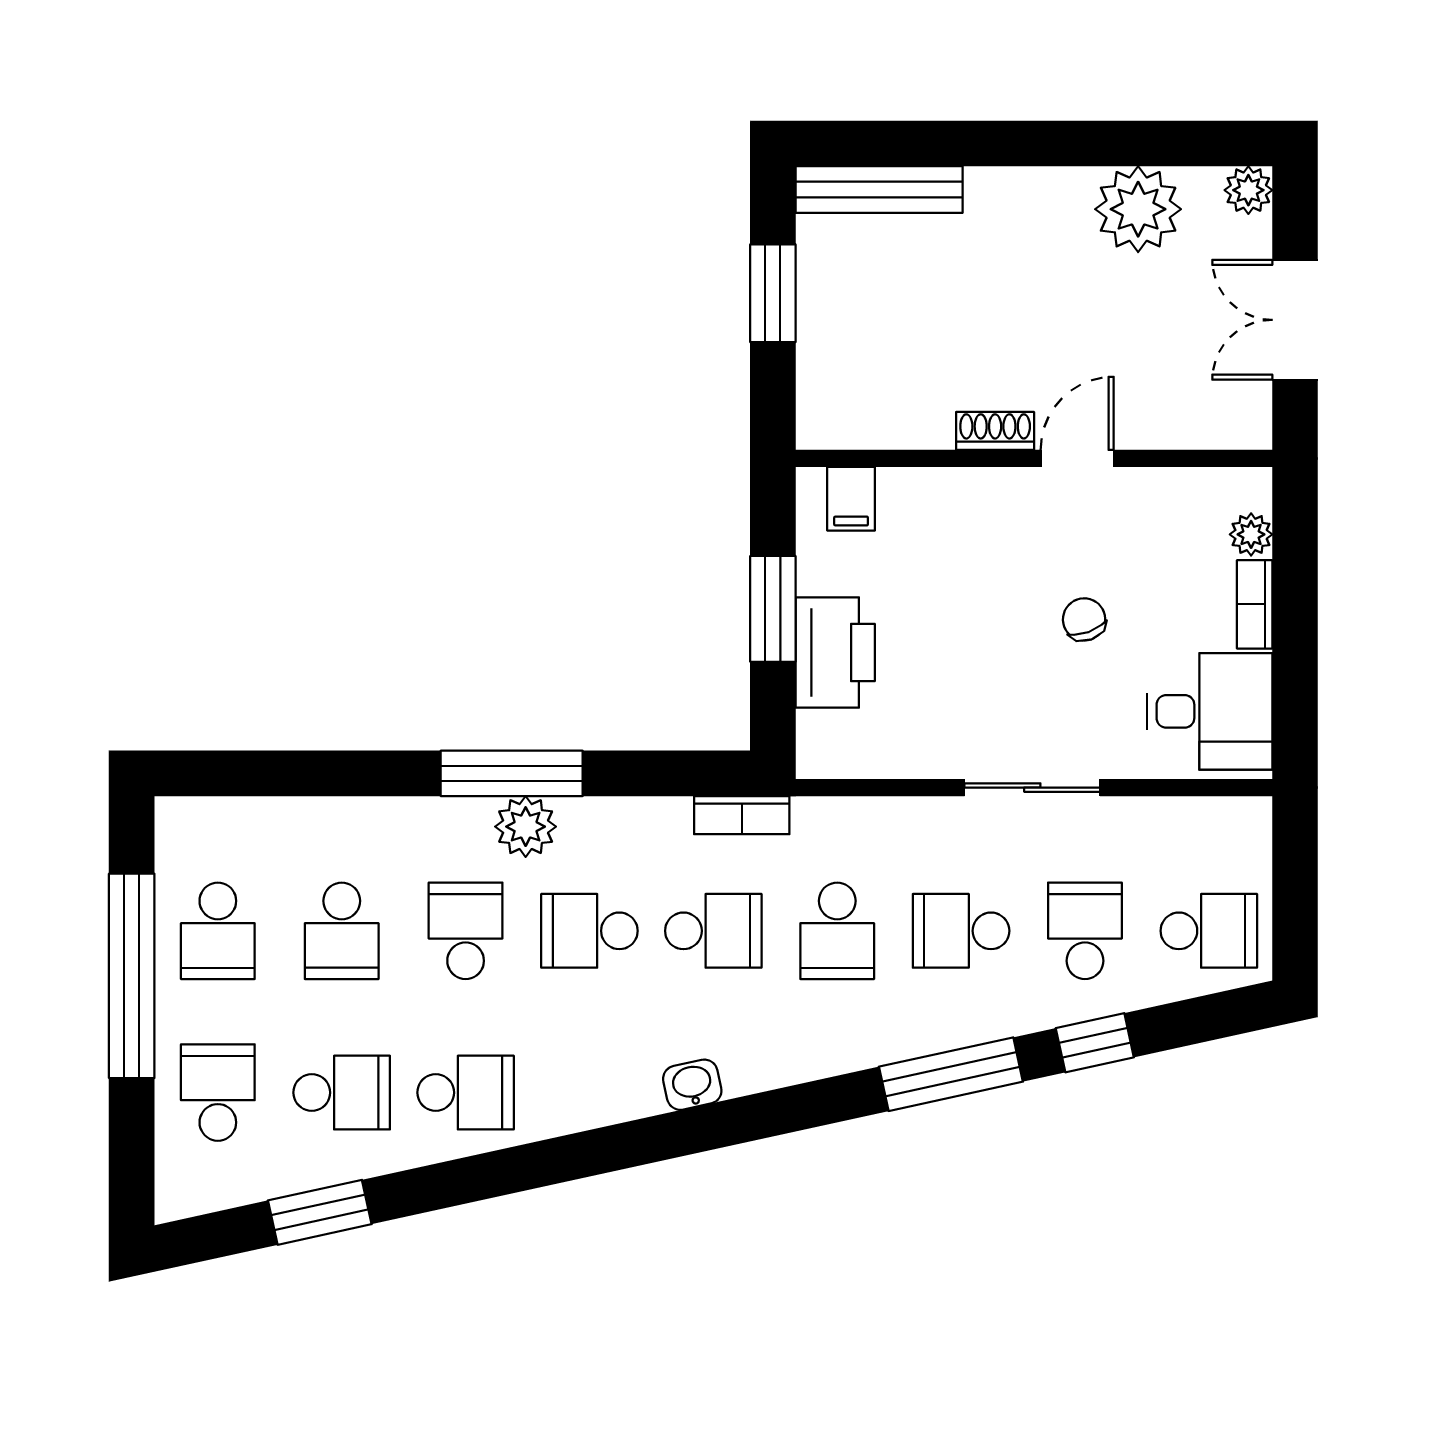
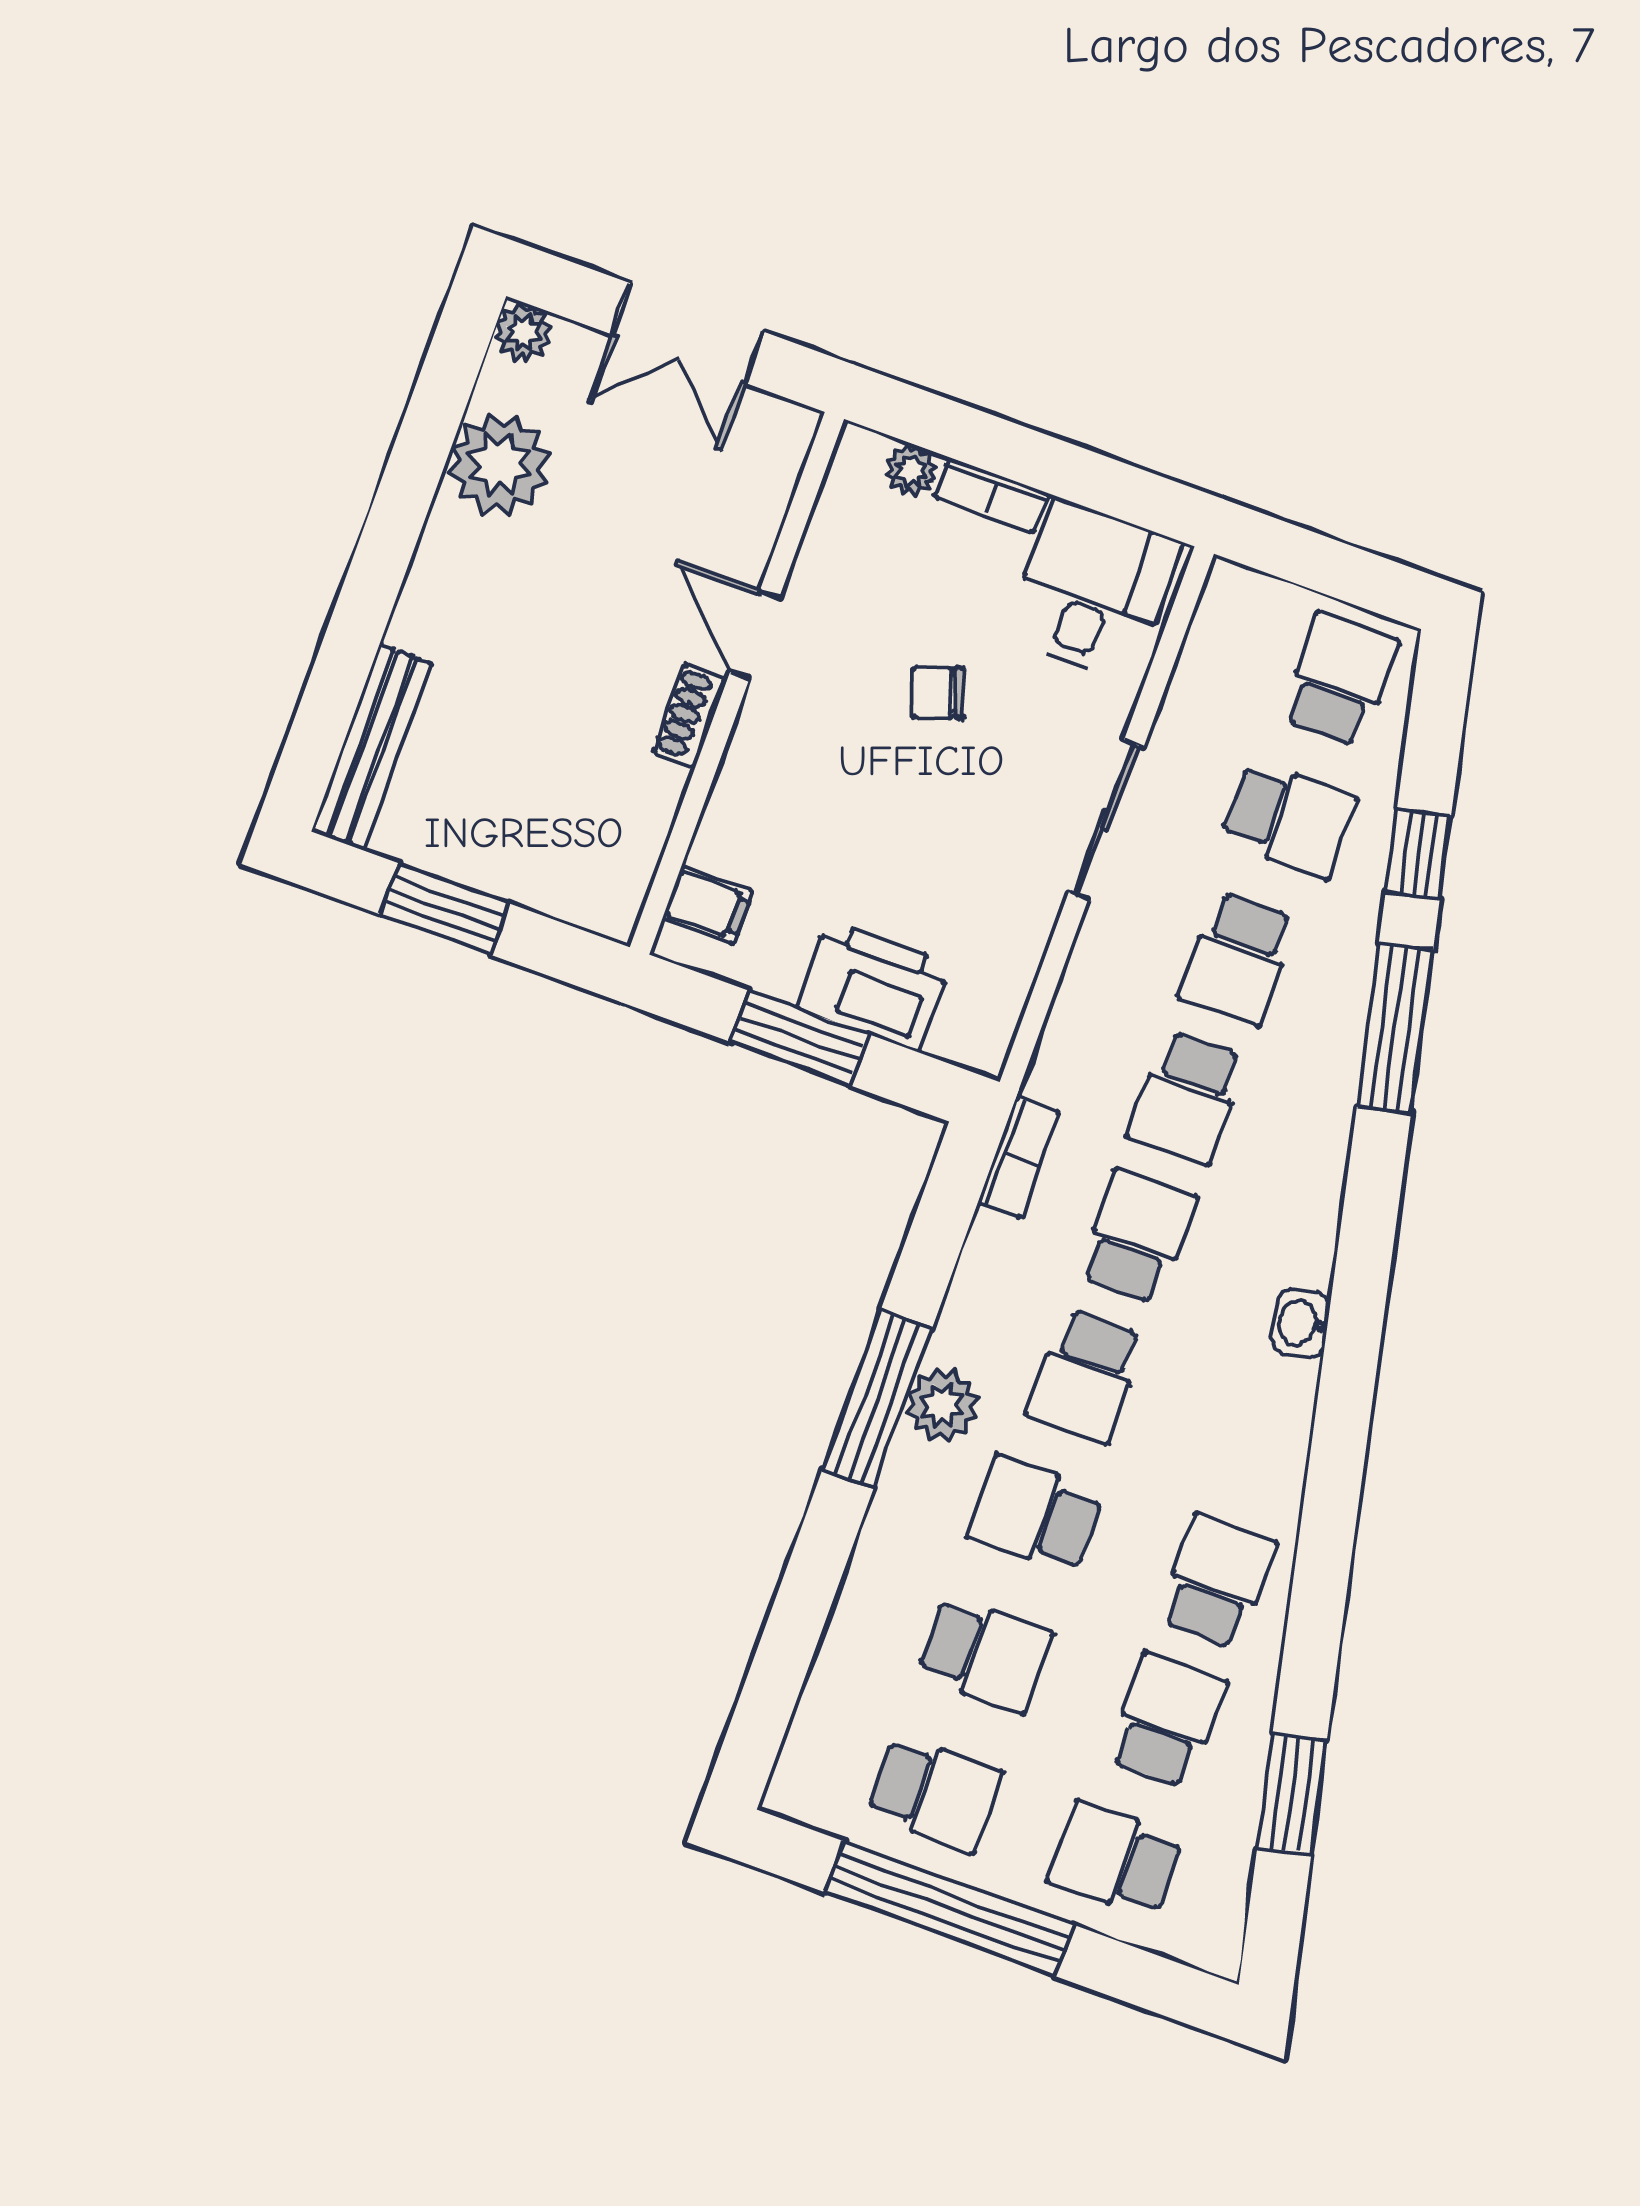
school desk: (837, 931) -> (1187, 1097), turned 90
school desk: (1085, 931) -> (1289, 819), turned 180

